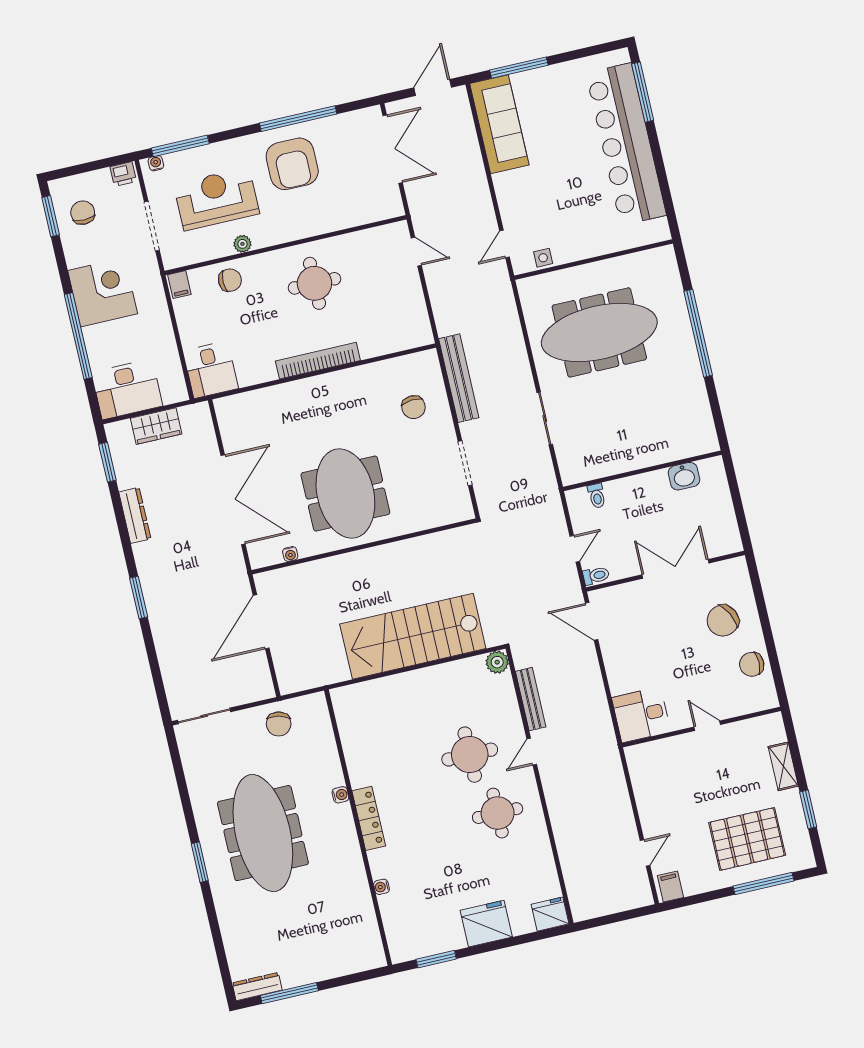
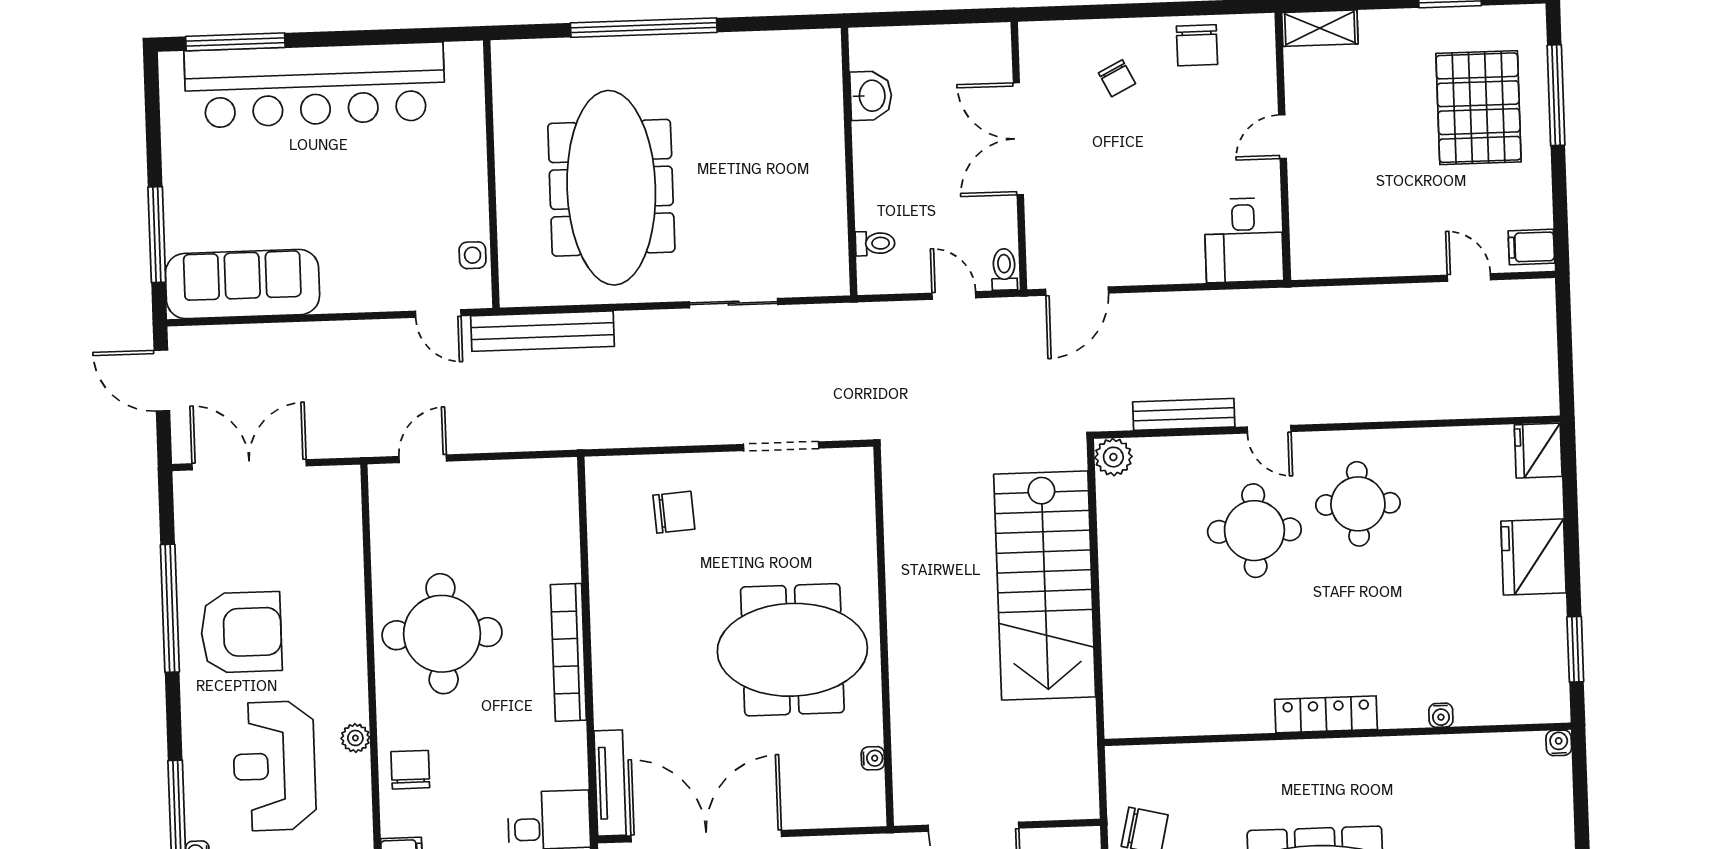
round table: (314, 283) -> (442, 634), width x1.36, depth x1.36
bench: (459, 378) -> (542, 331), moved
tv unit: (245, 401) -> (610, 783), added
double door: (233, 500) -> (706, 836), moved
chair: (723, 621) -> (1117, 78), width x0.54, depth x0.54
shelving: (783, 766) -> (1320, 28), moved
water cooler: (340, 795) -> (1559, 743), moved

